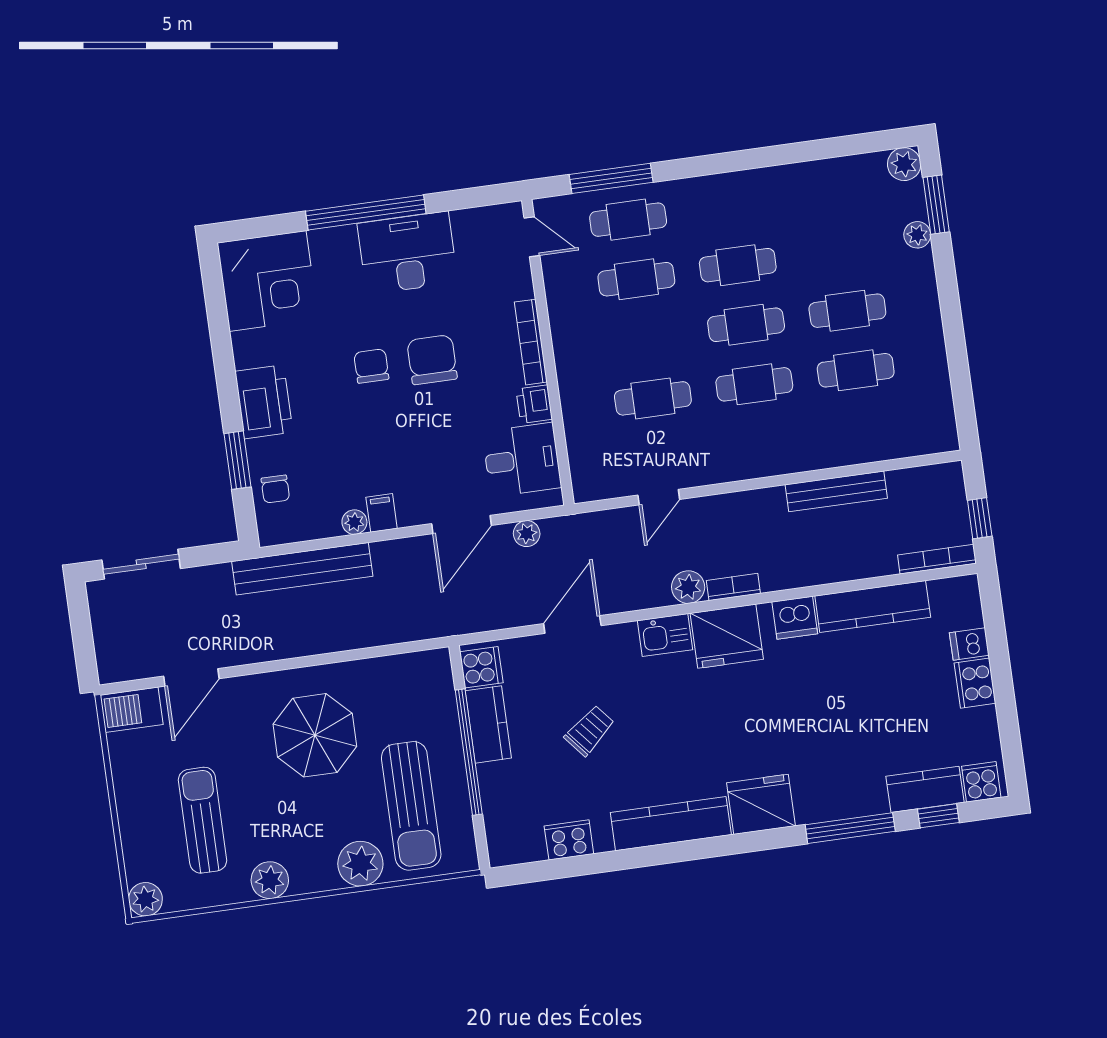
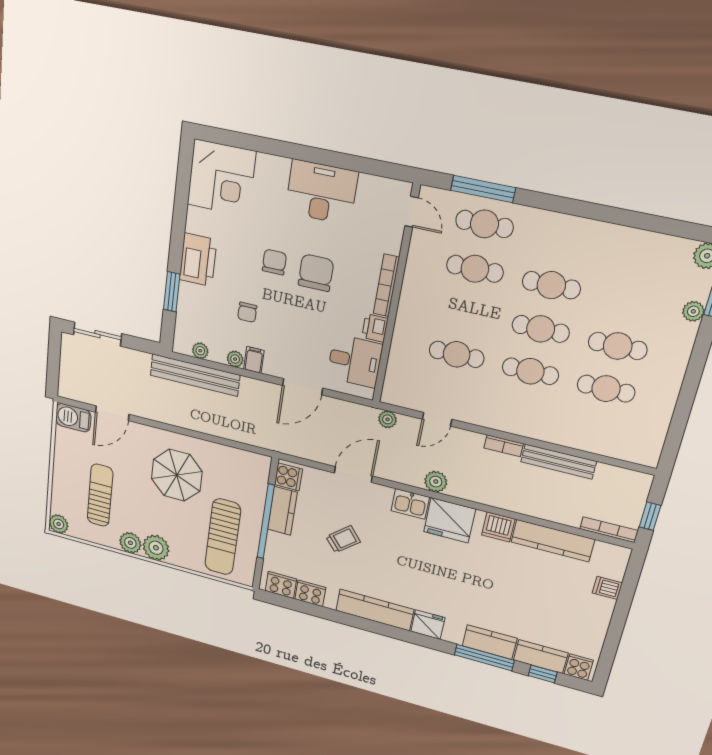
window: (366, 212) -> (301, 153), removed
chair: (275, 489) -> (247, 312), moved
plant: (301, 530) -> (200, 351), added
plant: (527, 534) -> (387, 419), moved
bookcase: (733, 587) -> (504, 446), moved, turned 180
cooker: (975, 683) -> (281, 585), moved, turned 90
kitchen counter: (848, 800) -> (490, 642), added
fridge: (761, 804) -> (428, 625), width x0.73, depth x0.75
plant: (360, 864) -> (156, 548), moved

